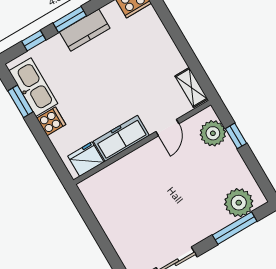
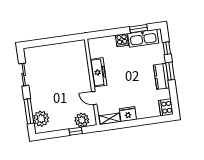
fridge: (86, 159) -> (128, 114), moved, turned -90

